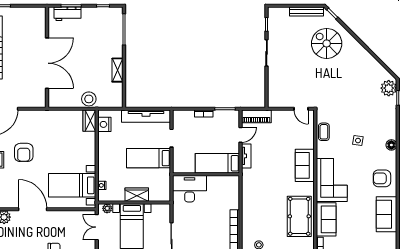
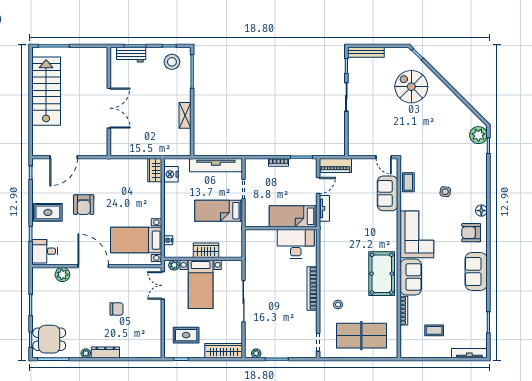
bench: (306, 12) -> (366, 52), moved
double door: (47, 63) -> (109, 108), width x0.73
stool: (89, 99) -> (172, 62), moved
floor lamp: (391, 145) -> (481, 211), moved
sofa: (305, 165) -> (388, 193), moved
desk: (190, 189) -> (296, 244), moved

